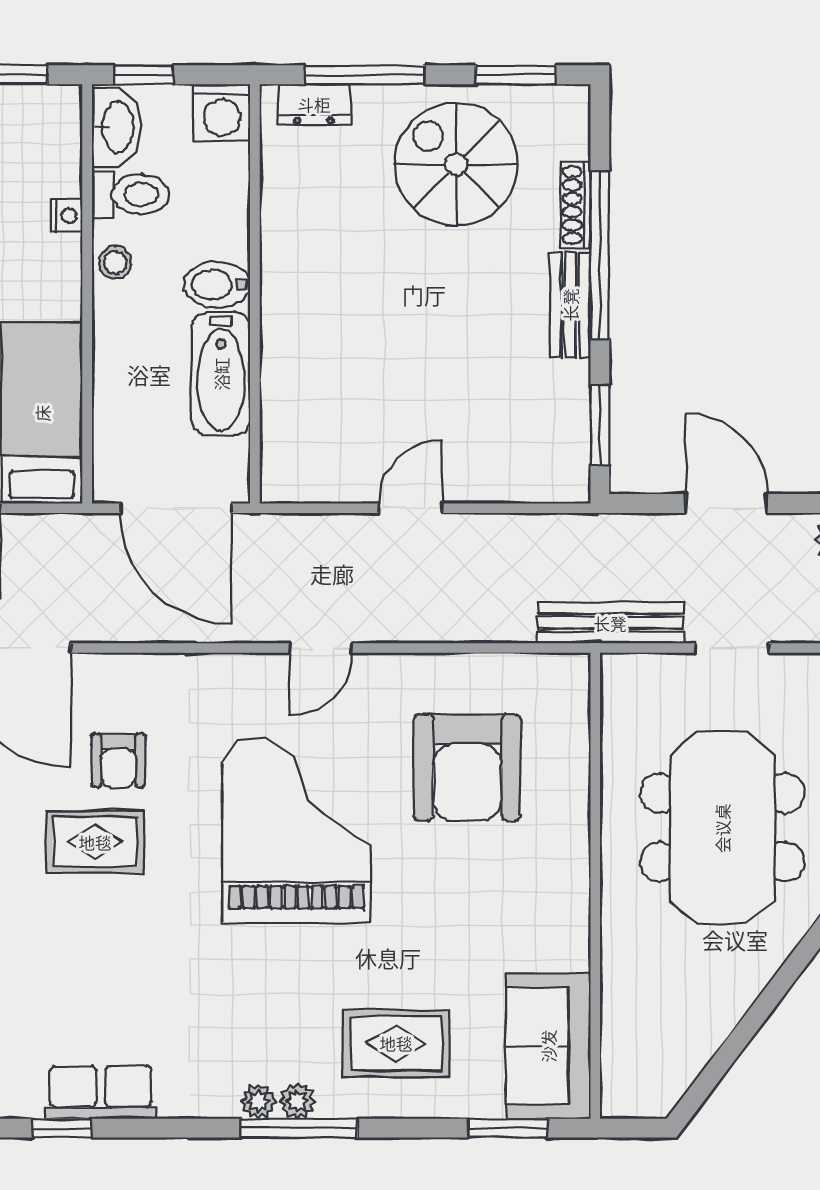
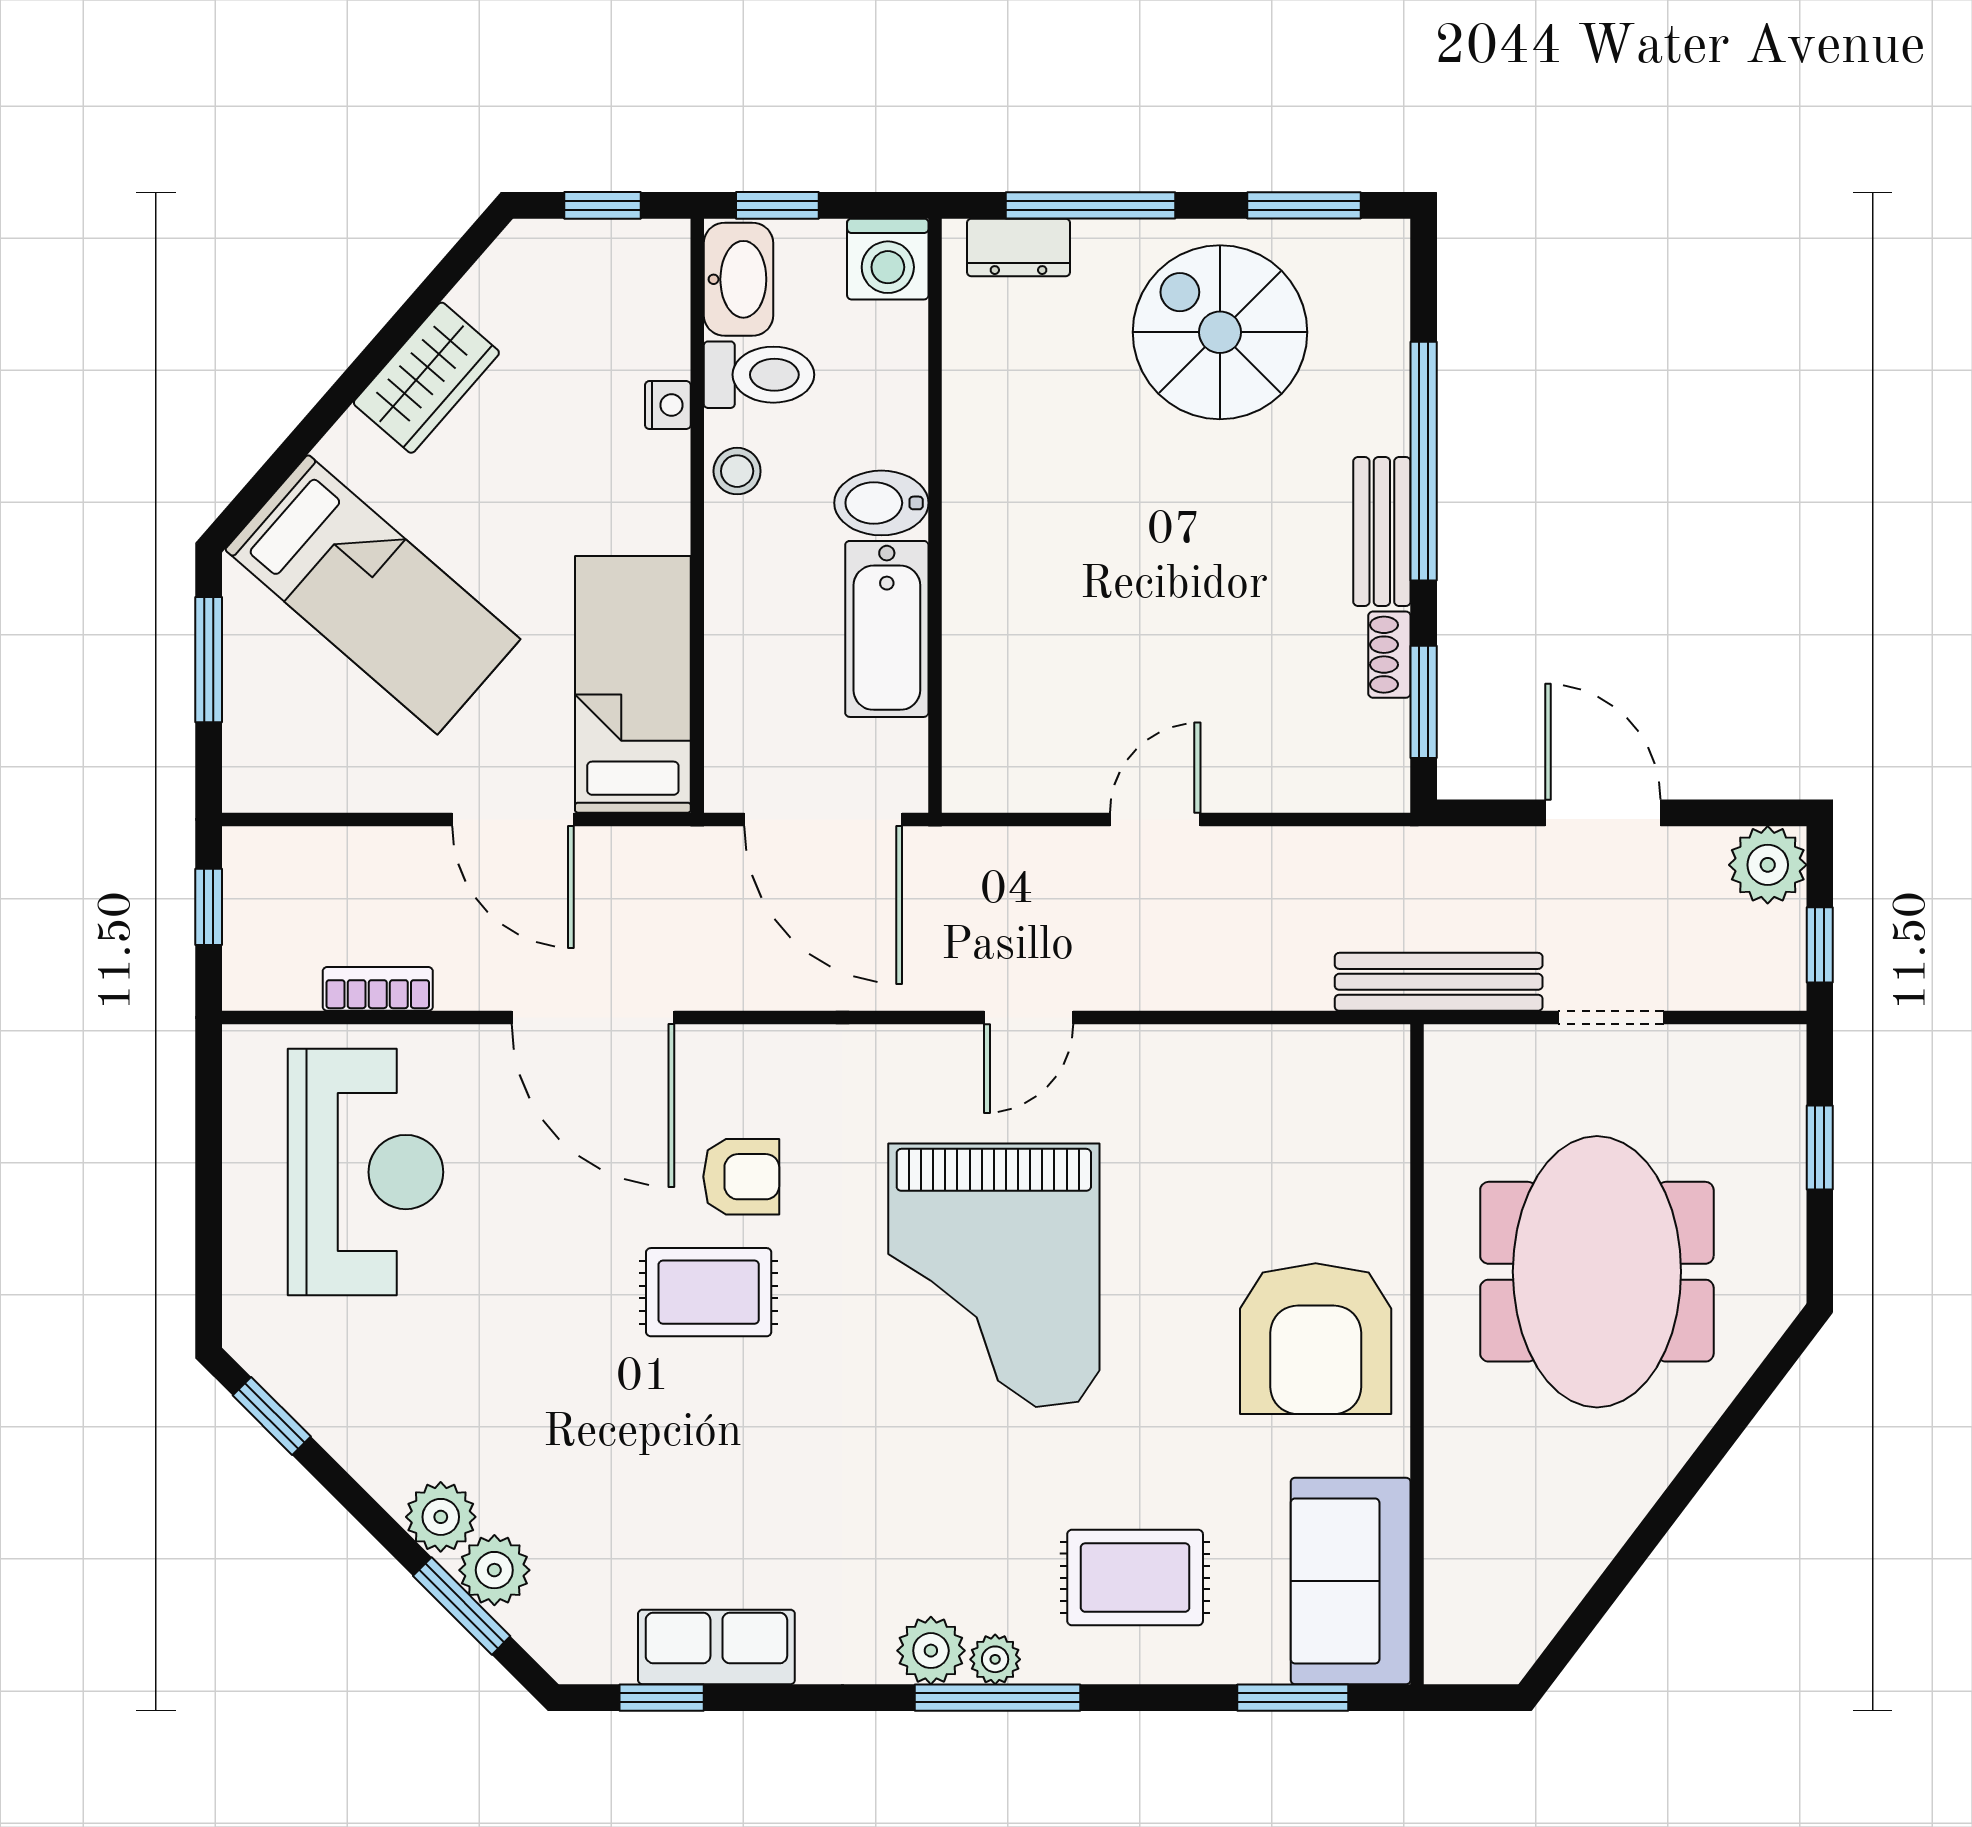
shoe rack: (576, 205) -> (1389, 655), moved, width x0.70
armchair: (118, 760) -> (741, 1177), turned -90
armchair: (467, 767) -> (1316, 1339), moved
grand piano: (296, 830) -> (994, 1275), turned 180
plant: (259, 1101) -> (931, 1651), width x1.38, depth x1.38

